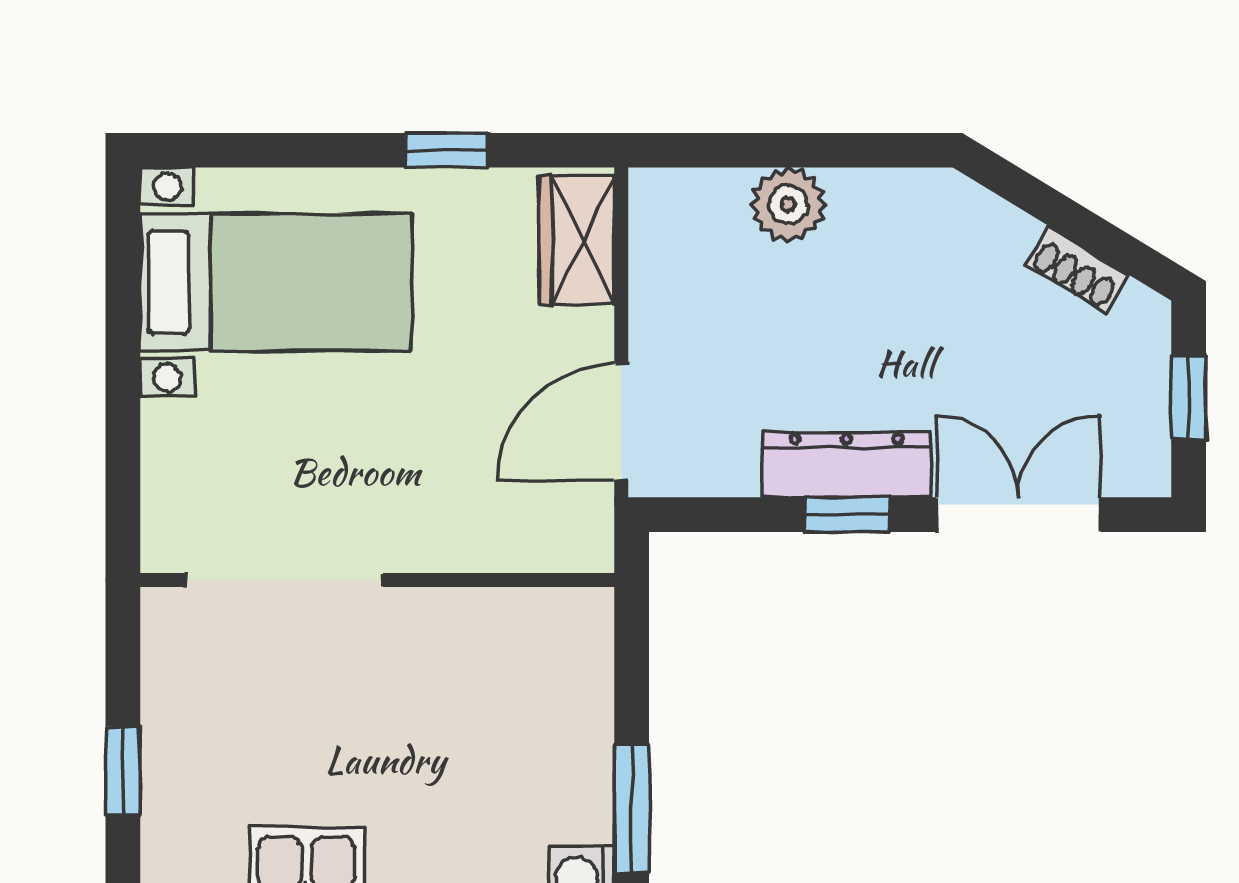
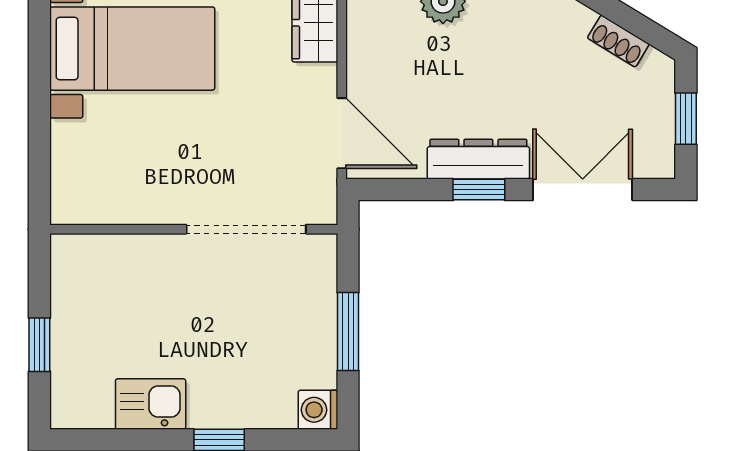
door: (621, 422) -> (342, 133), swing flipped
doorway: (284, 580) -> (246, 229), moved
window: (632, 809) -> (348, 332), moved

